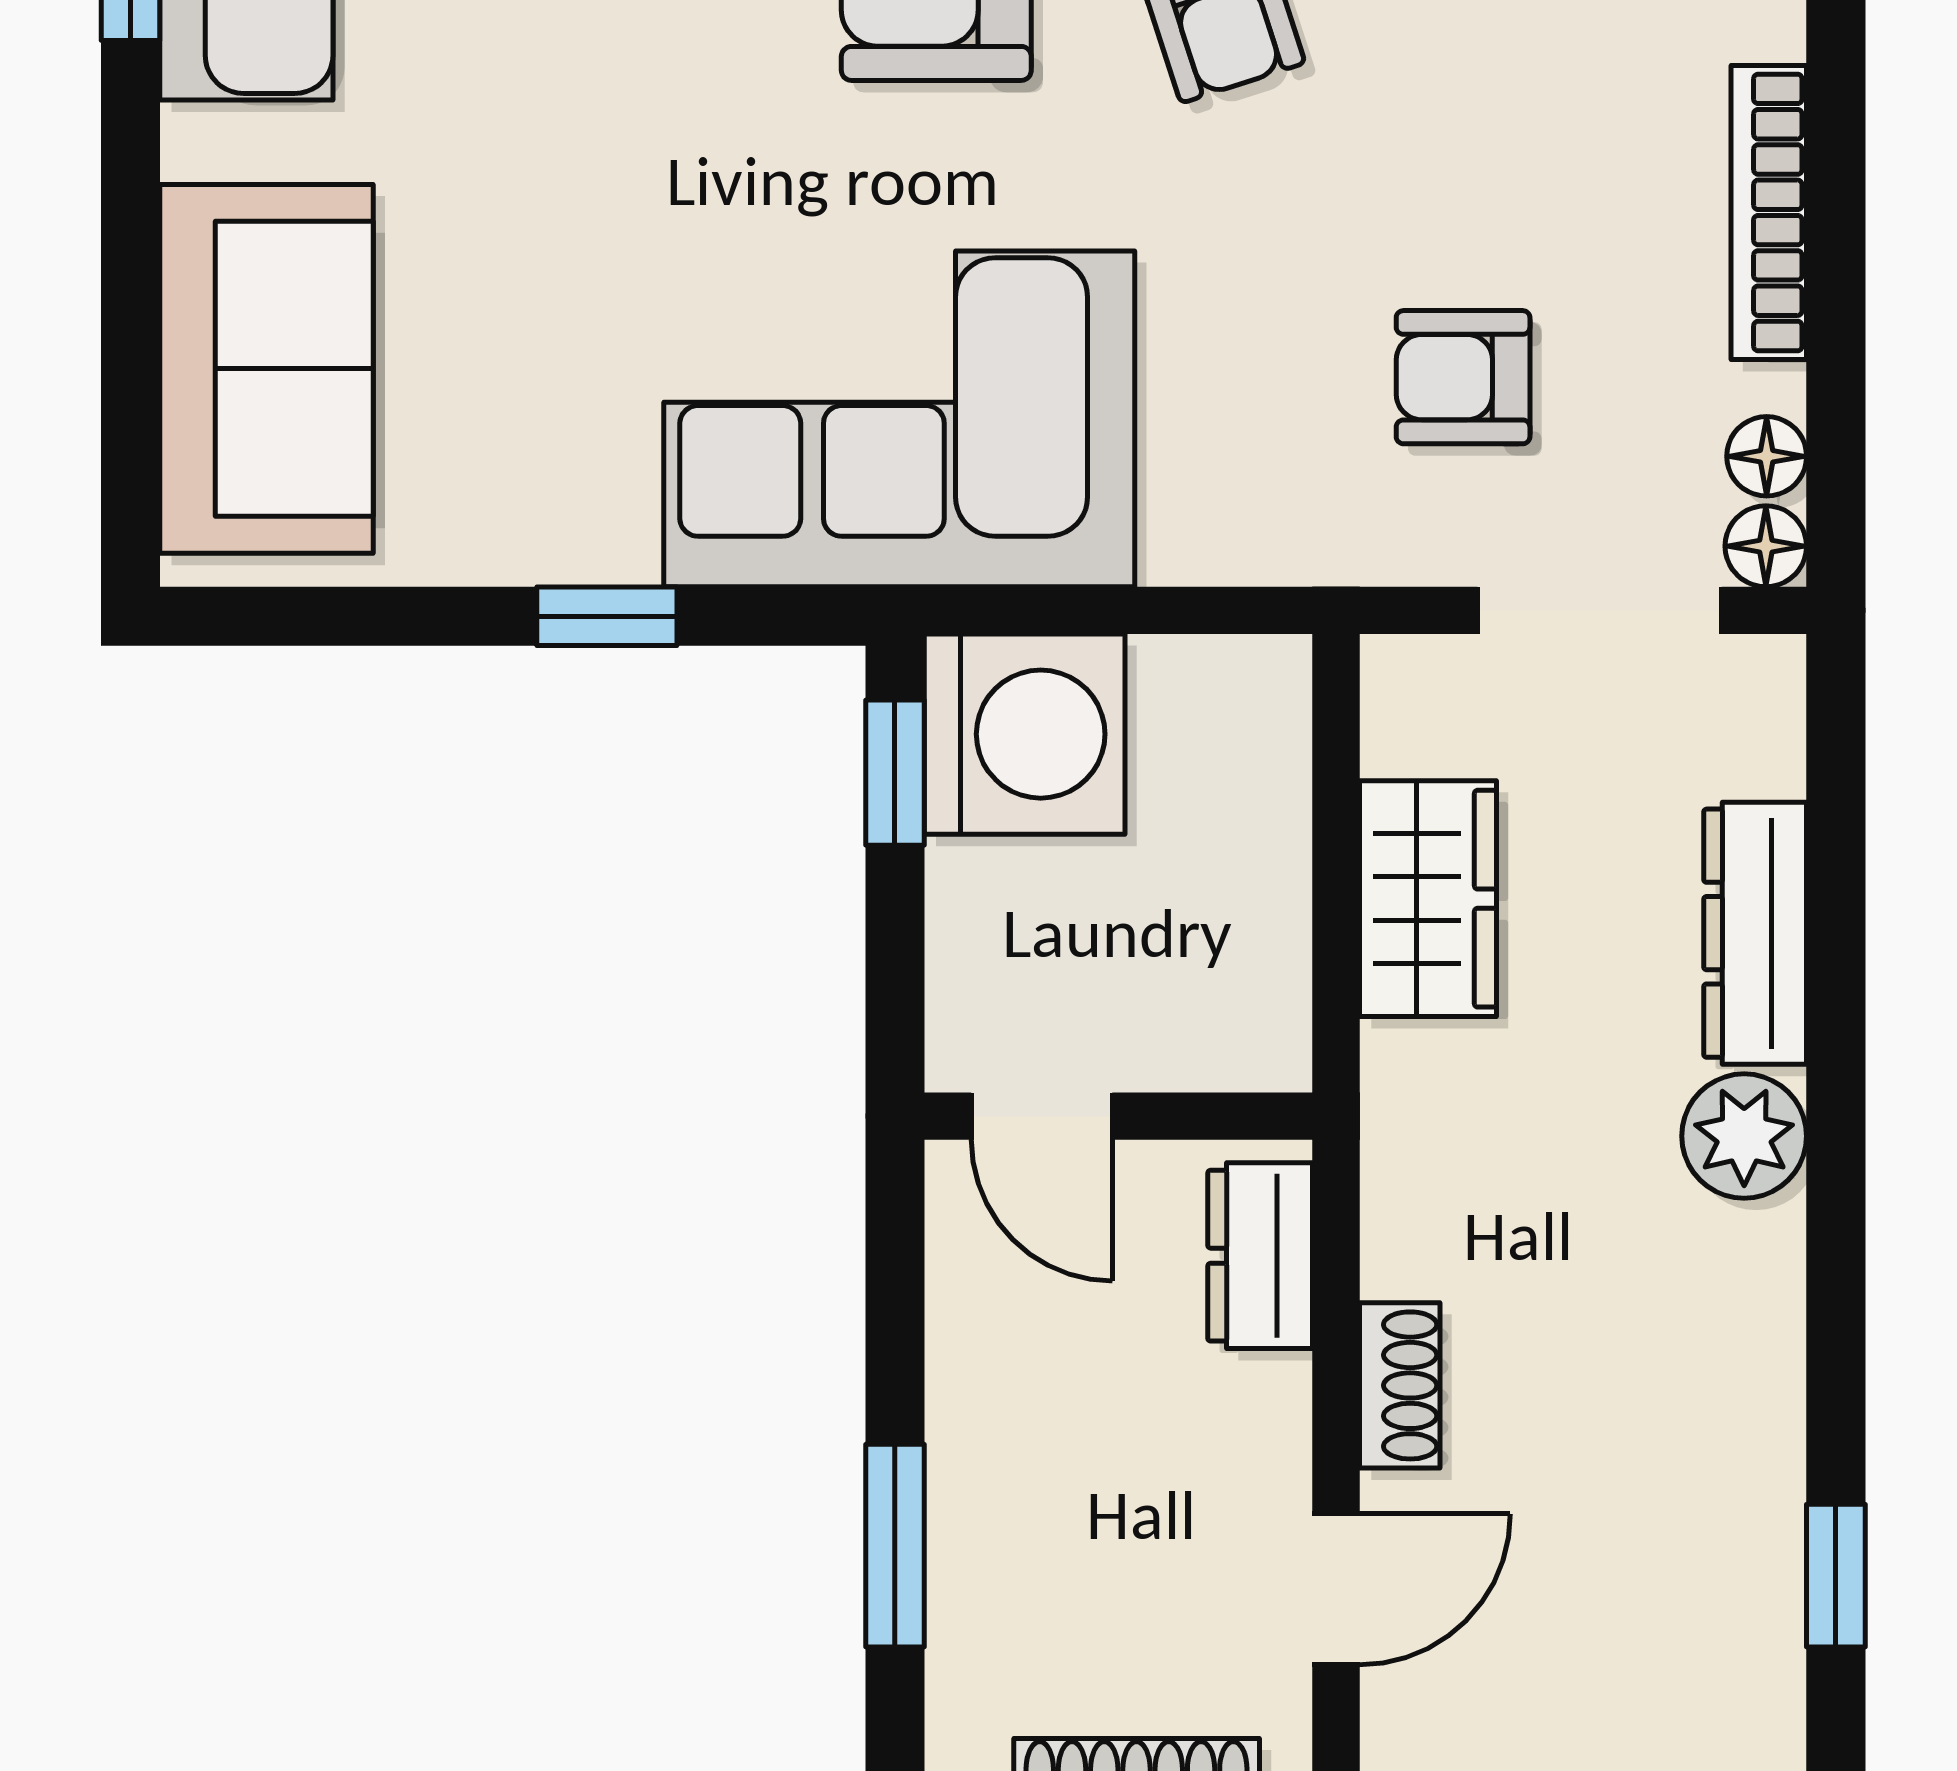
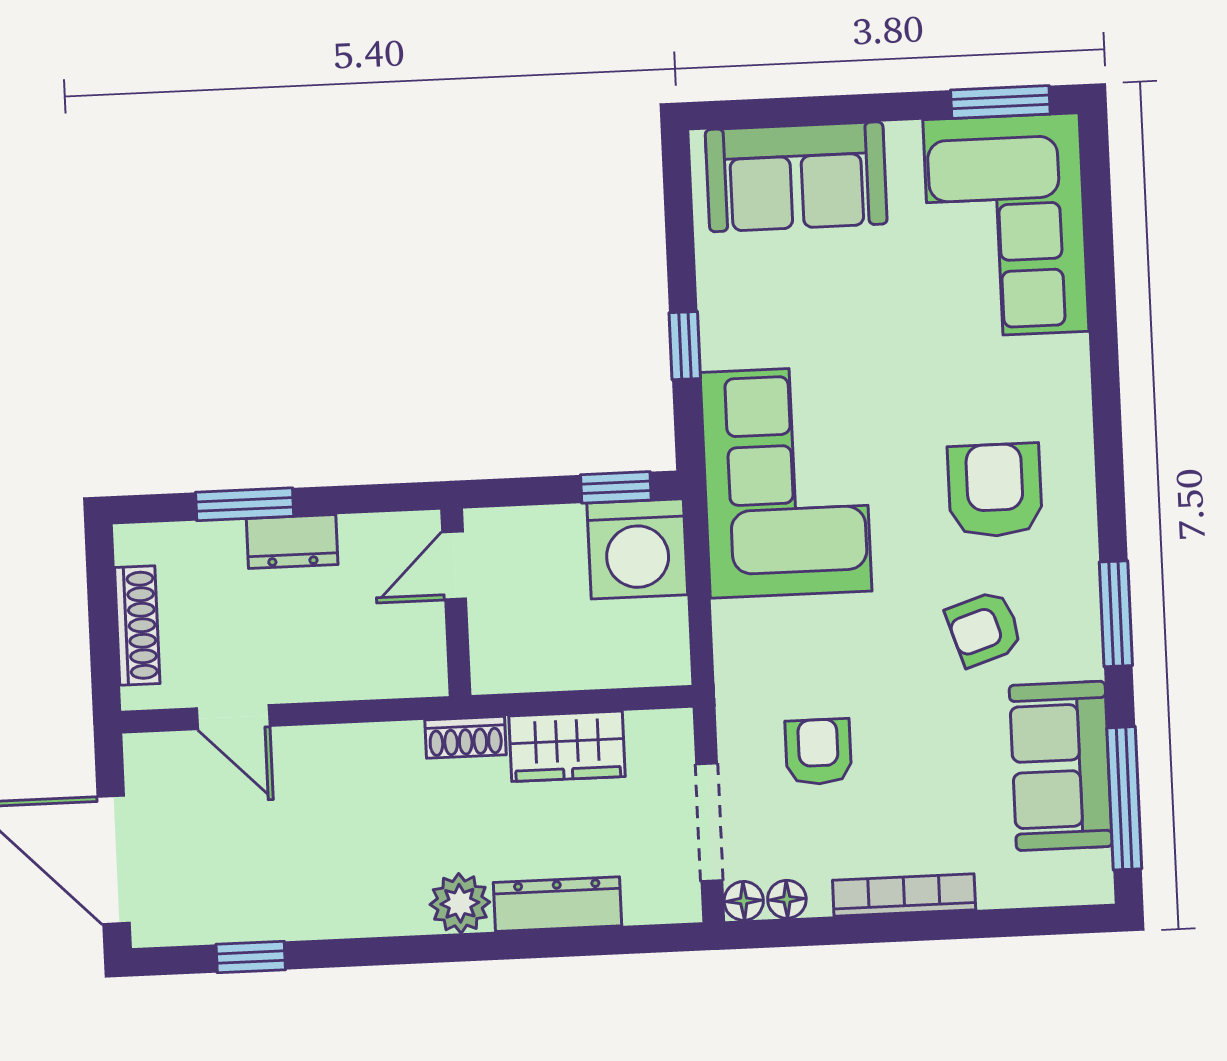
dresser: (1260, 1256) -> (292, 541), moved, turned 180
shoe rack: (1400, 1385) -> (465, 737), moved

